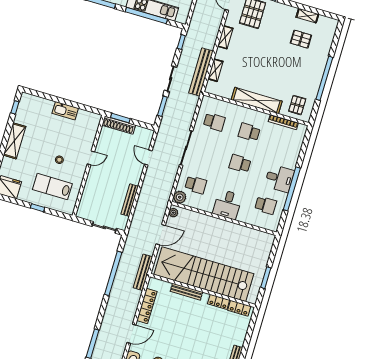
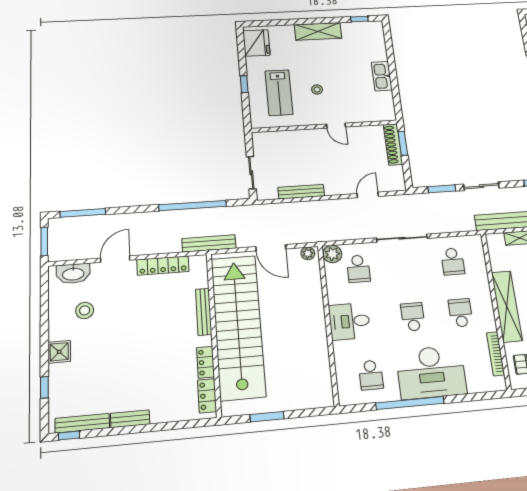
desk: (279, 178) -> (431, 372), width x1.87, depth x1.30
lab bench: (52, 187) -> (279, 93), turned 180
door: (131, 334) -> (115, 259), swing flipped

